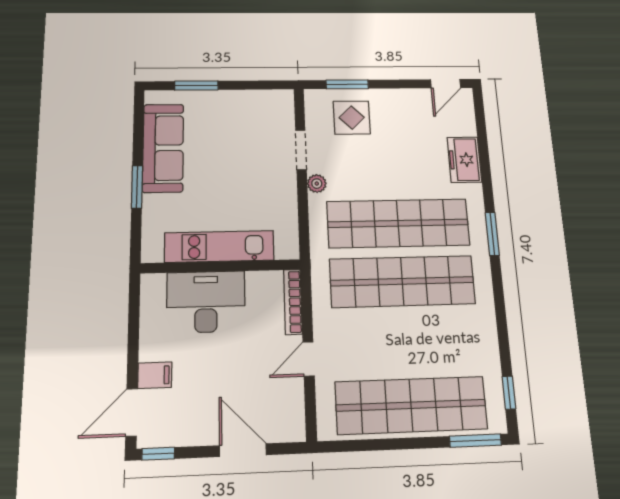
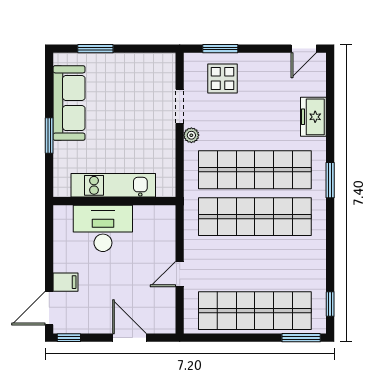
bookcase: (293, 302) -> (169, 230), removed

